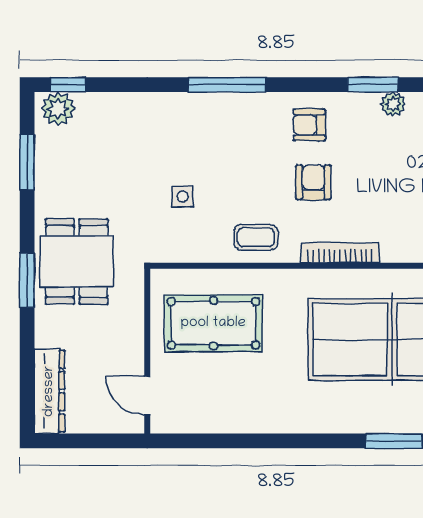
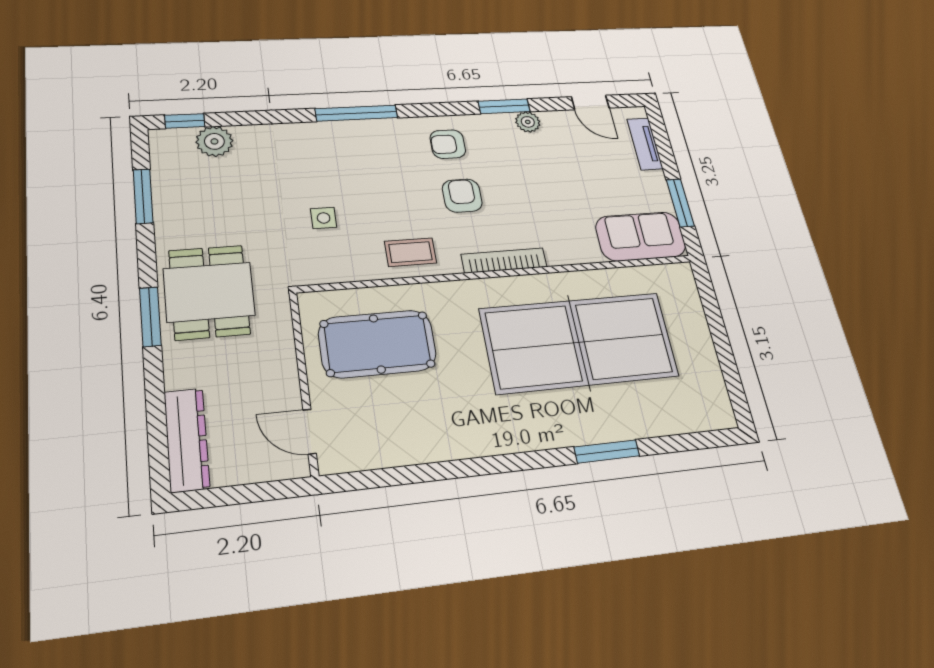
plant: (58, 109) -> (214, 141), moved

